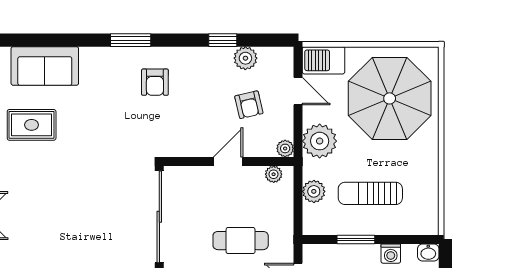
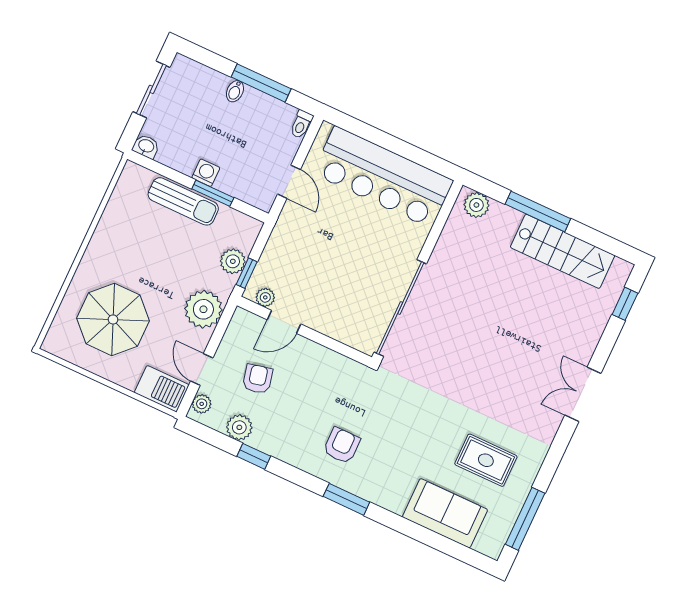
parasol: (390, 98) -> (113, 319), width x0.73, depth x0.73
plant: (285, 148) -> (202, 404), moved
door: (228, 161) -> (284, 322), moved
window: (298, 187) -> (247, 273), added
sun lounger: (370, 193) -> (183, 201), moved
cafe table: (241, 241) -> (329, 246), removed
washing machine: (391, 254) -> (206, 173), moved

